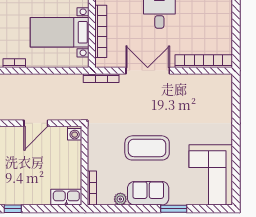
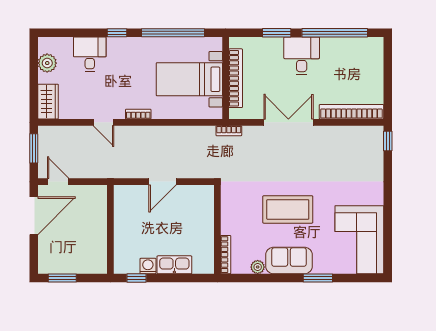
bookcase: (101, 78) -> (229, 131), width x0.64
window: (236, 87) -> (388, 141), added
washing machine: (75, 133) -> (148, 266), moved, turned 180
kitchen sink: (66, 197) -> (174, 265), moved

